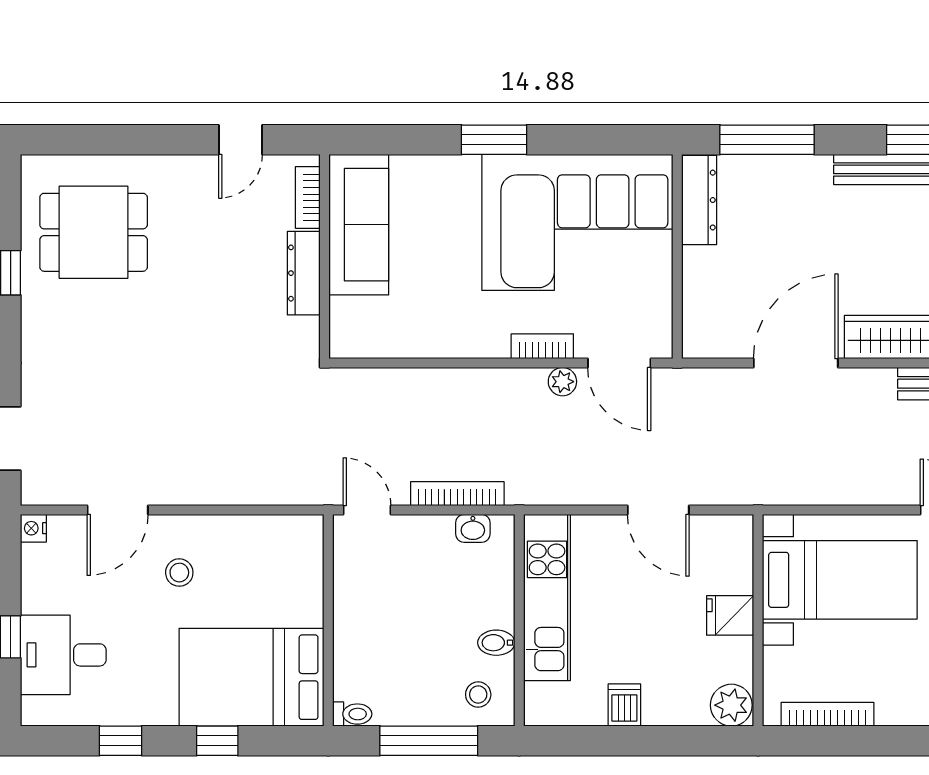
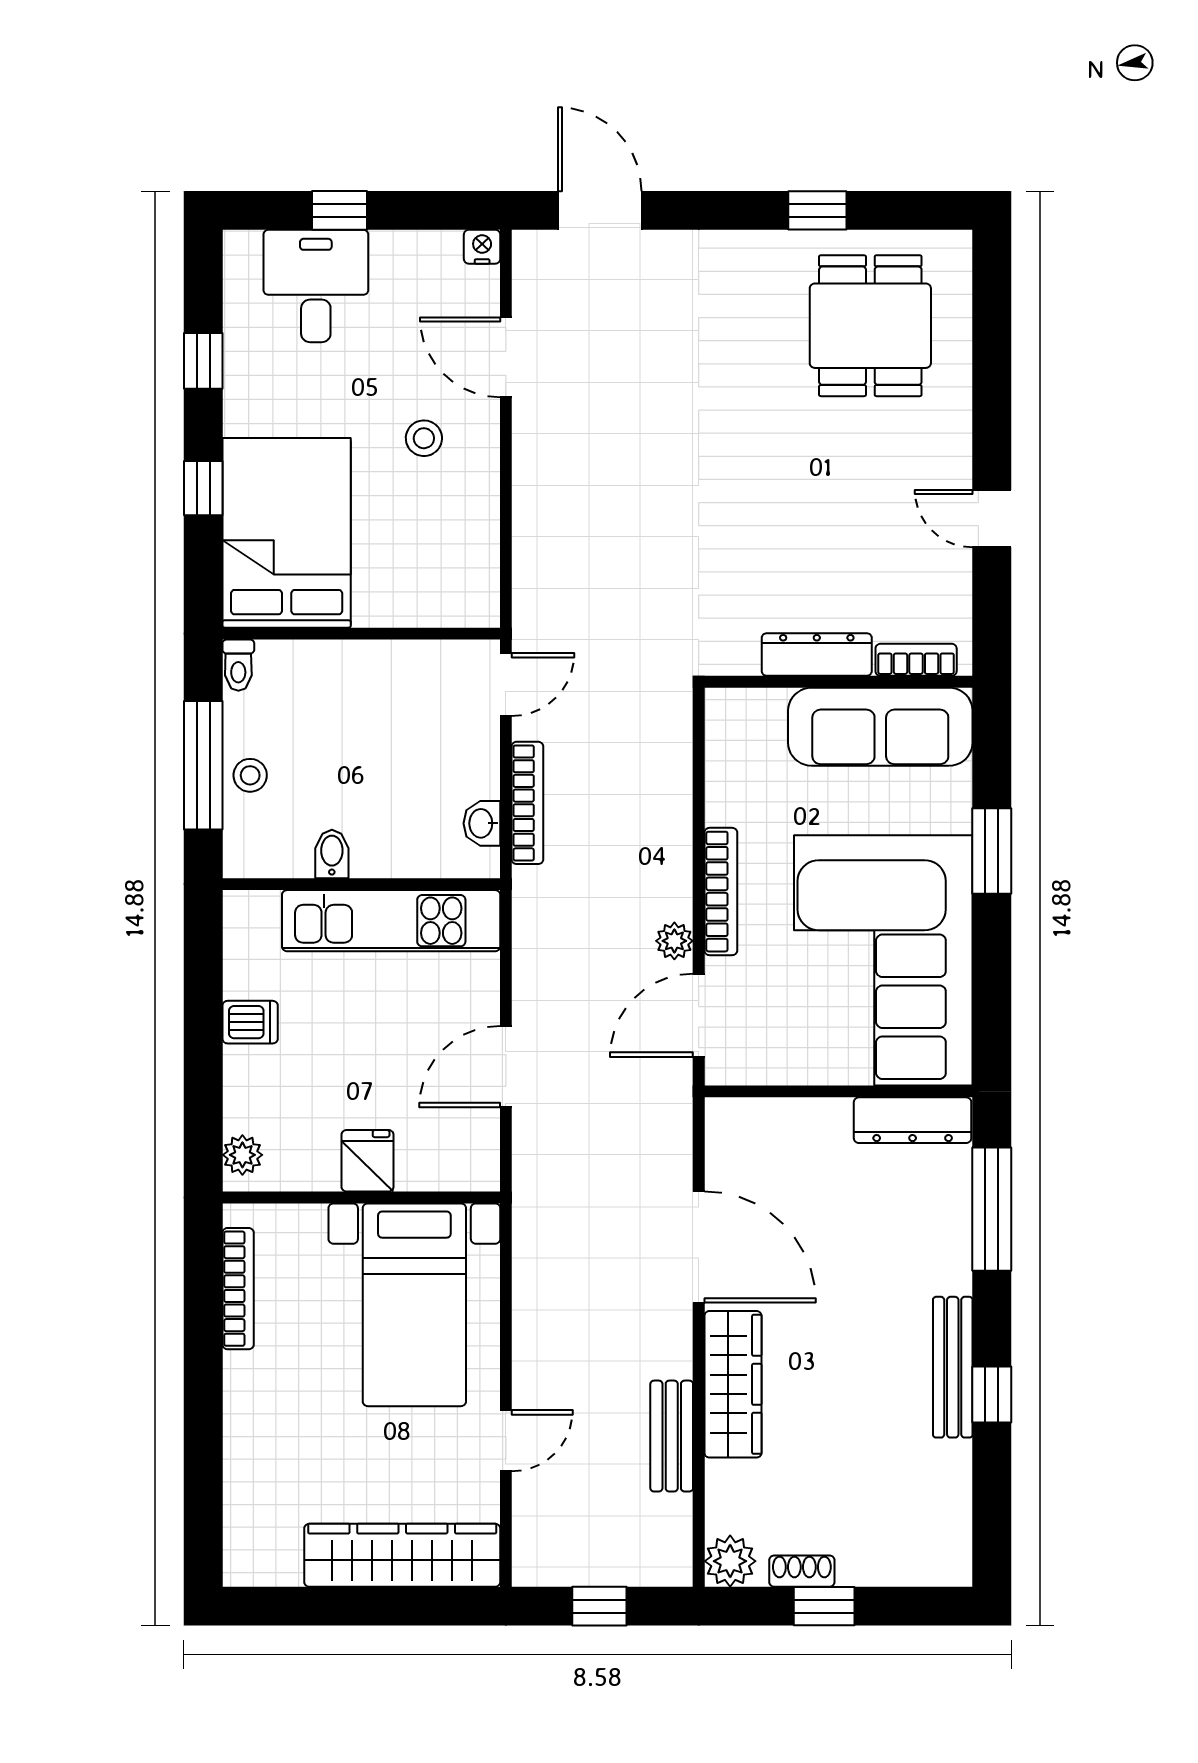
bookcase: (308, 197) -> (916, 660), moved
sofa: (359, 225) -> (880, 727), moved
wall: (325, 257) -> (839, 682), moved
dresser: (304, 273) -> (817, 654), moved
bookcase: (542, 346) -> (721, 892), width x1.56
stool: (478, 695) -> (250, 775), moved
plant: (731, 705) -> (242, 1155), width x0.73, depth x0.73

